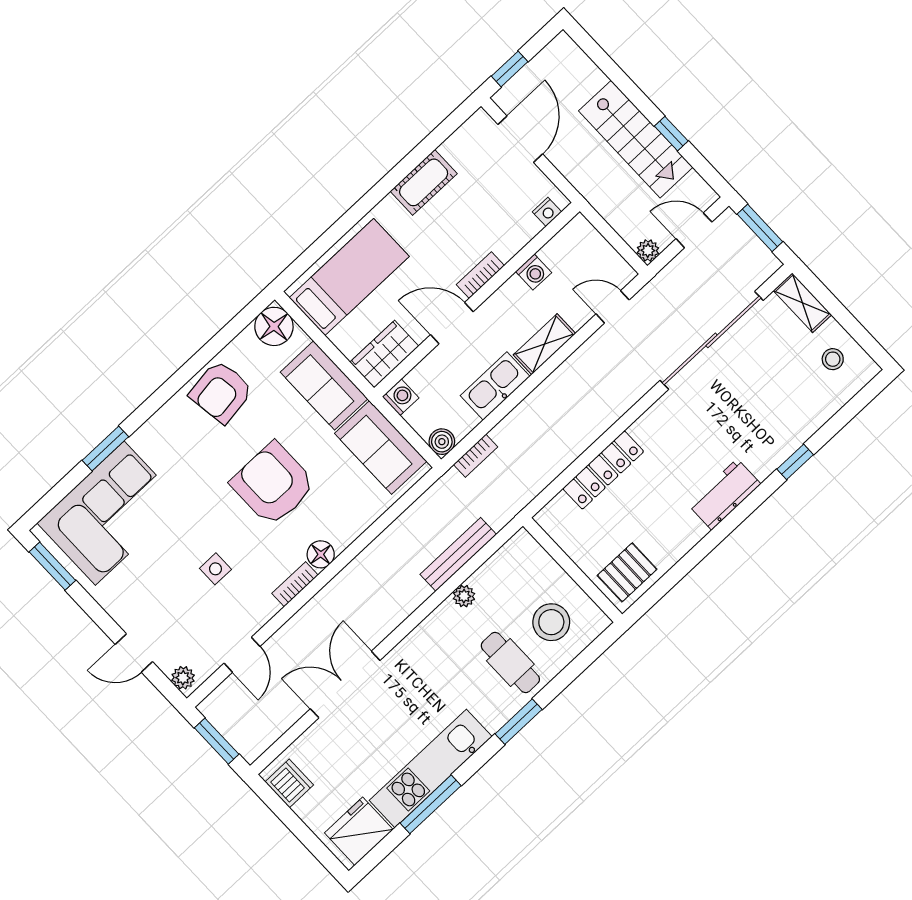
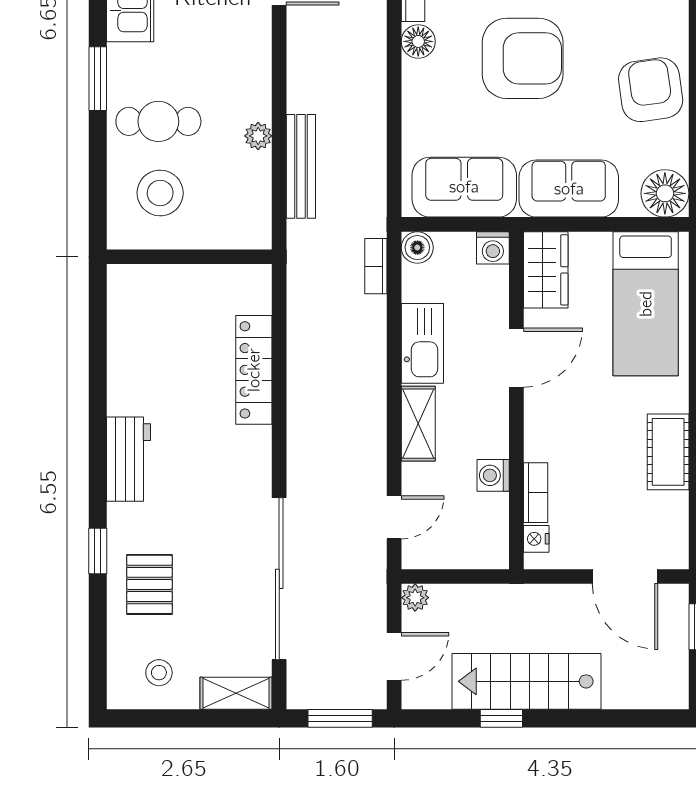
bookcase: (480, 275) -> (536, 493), moved
pallet: (627, 572) -> (149, 584), moved

